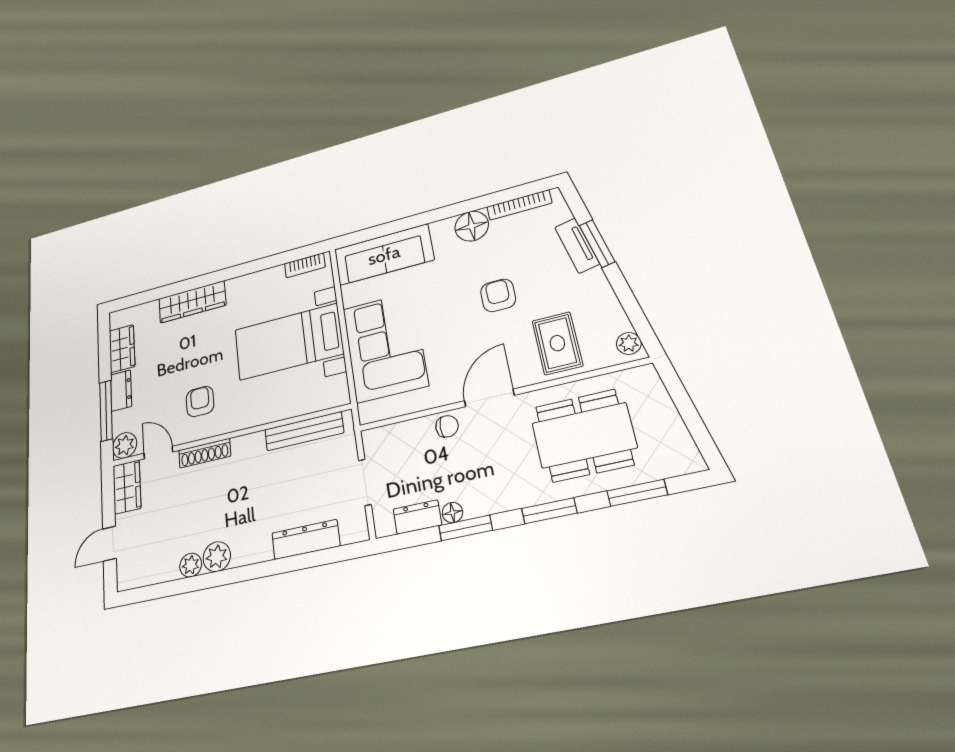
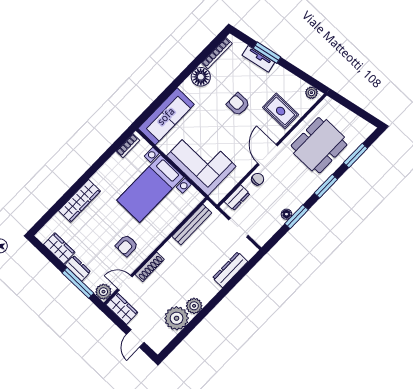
armchair: (200, 401) -> (127, 246), turned -90
dresser: (417, 517) -> (237, 198), moved, turned 180
plant: (191, 565) -> (177, 318), width x1.88, depth x1.88

